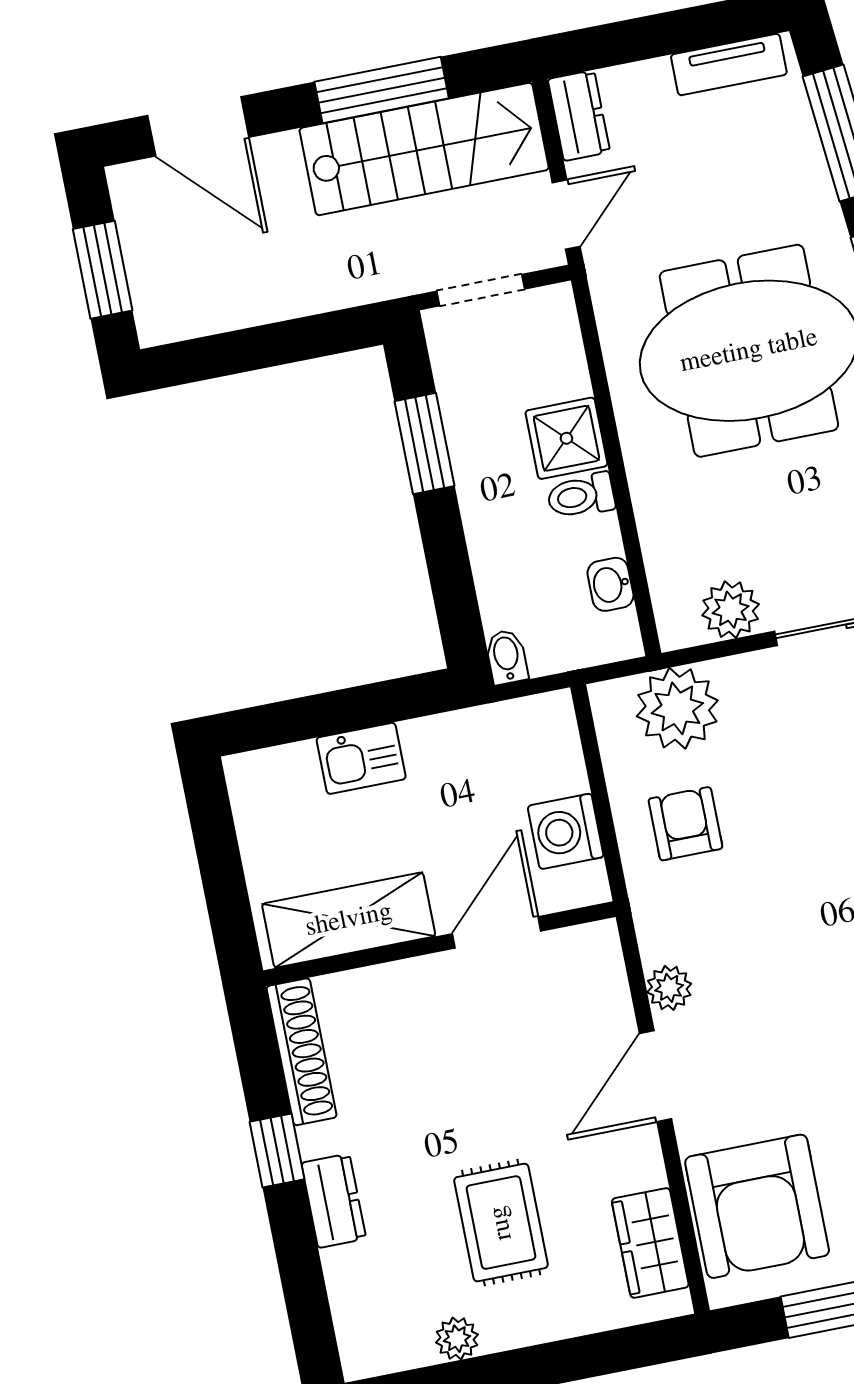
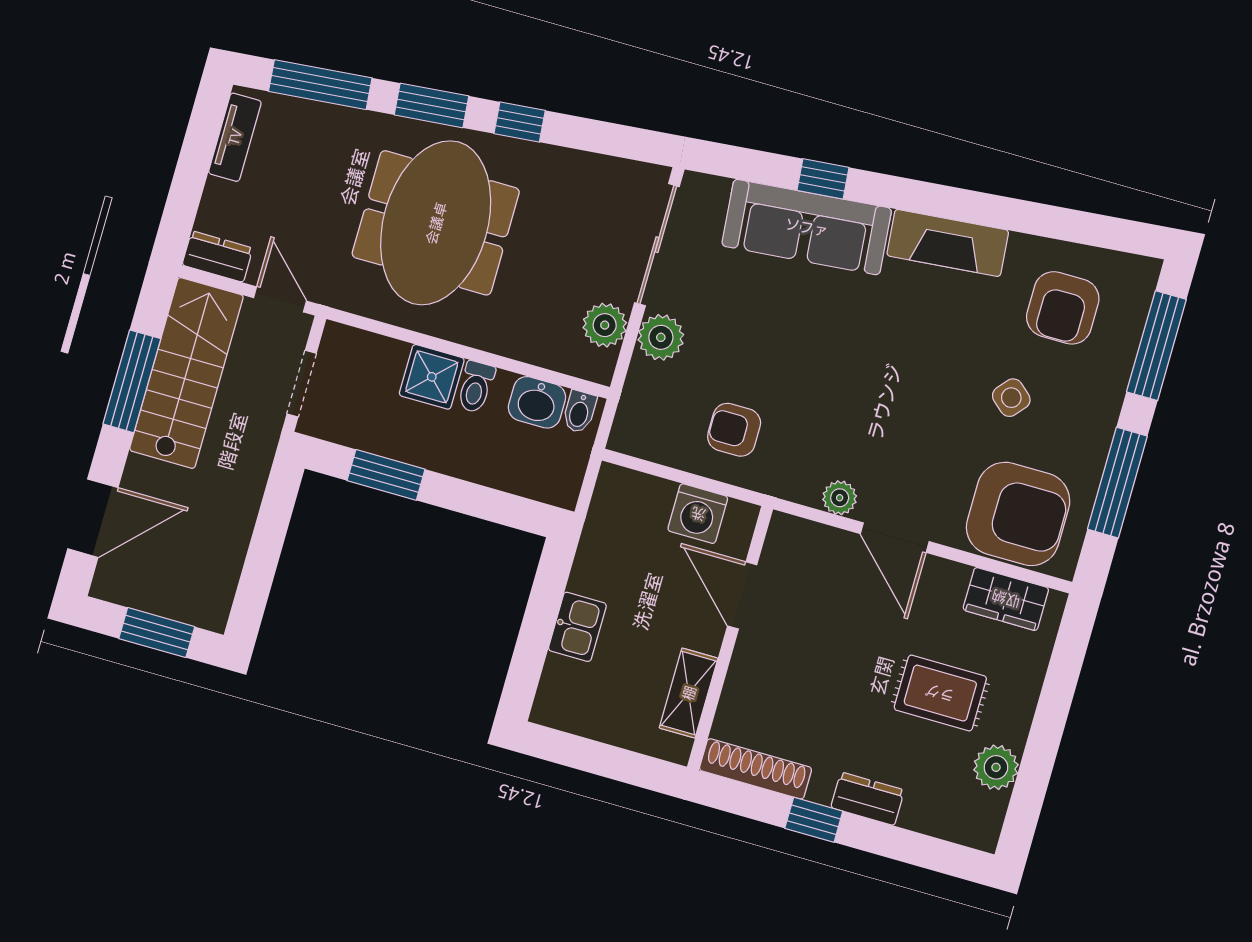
washbasin: (610, 584) -> (537, 402), width x1.38, depth x1.45
bidet: (507, 657) -> (579, 412), moved, turned -90
plant: (677, 708) -> (661, 337), moved, width x0.73, depth x0.73
shelving: (349, 920) -> (689, 693), width x0.67, depth x0.75
plant: (457, 1339) -> (996, 767), width x1.38, depth x1.38

